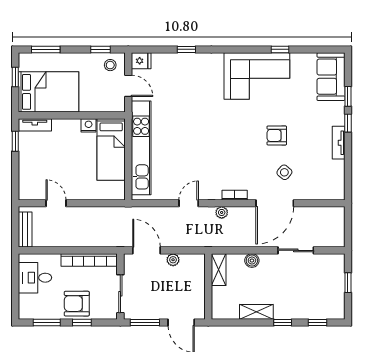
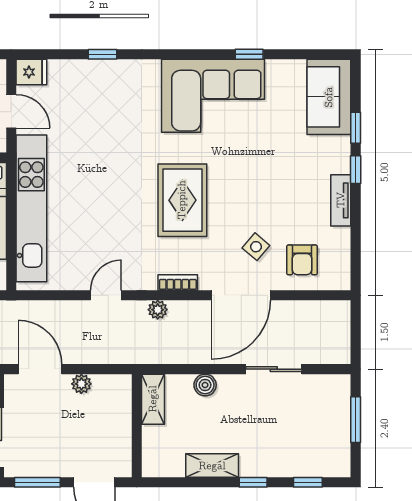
armchair: (277, 135) -> (302, 260), moved, turned -90
rug: (238, 143) -> (182, 200), added
window: (348, 283) -> (356, 420), width x1.50

